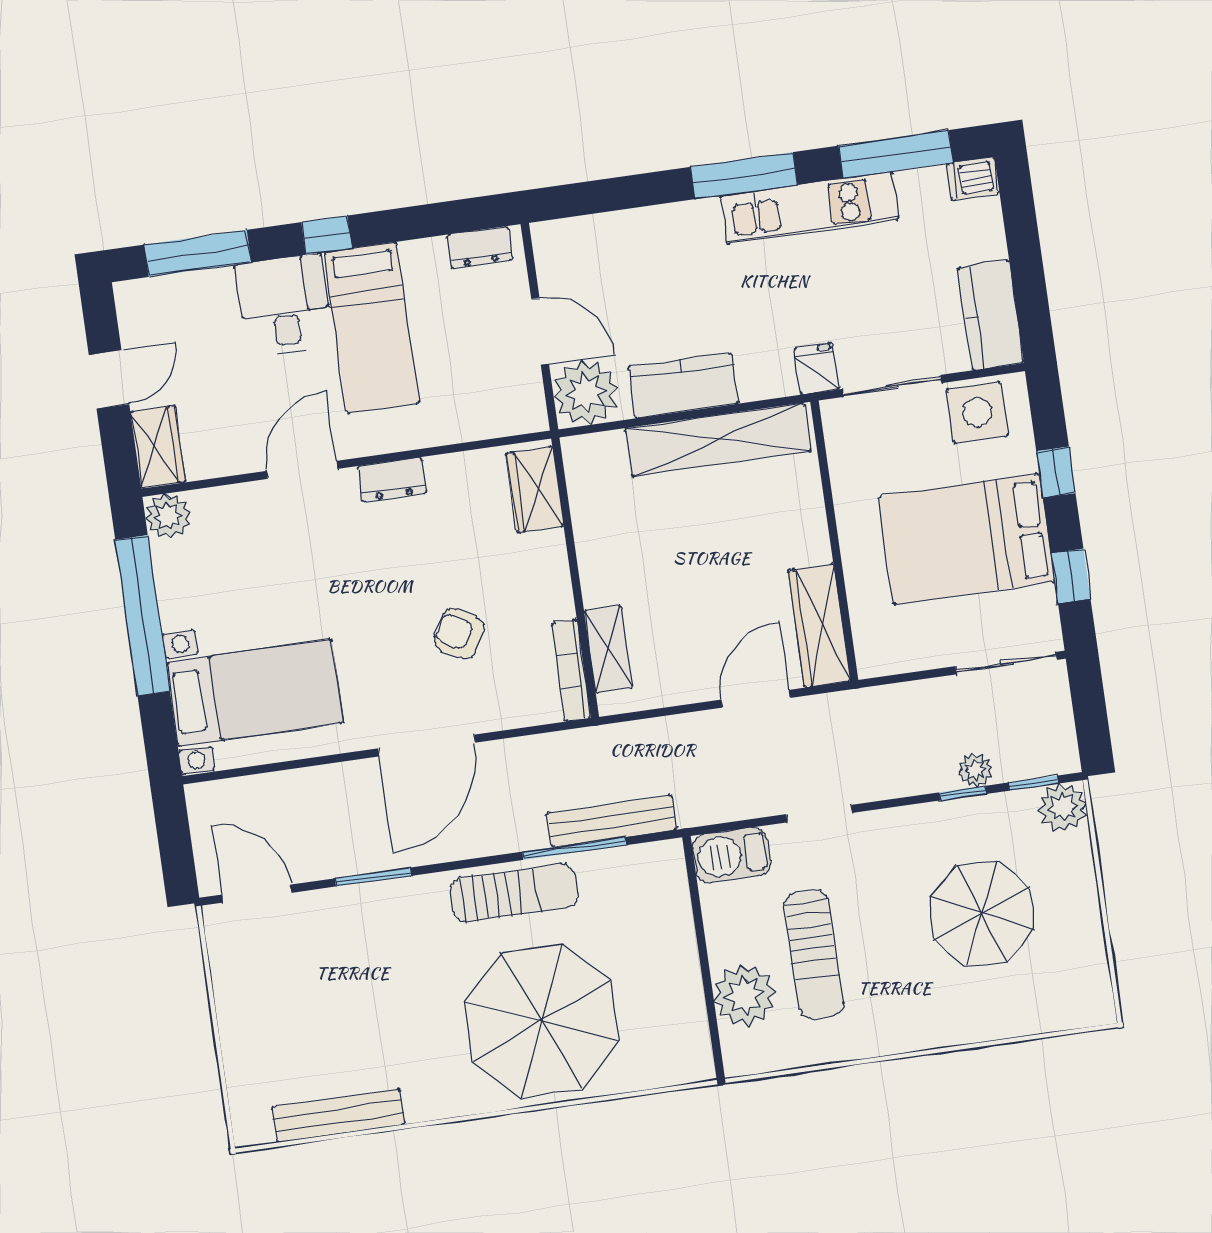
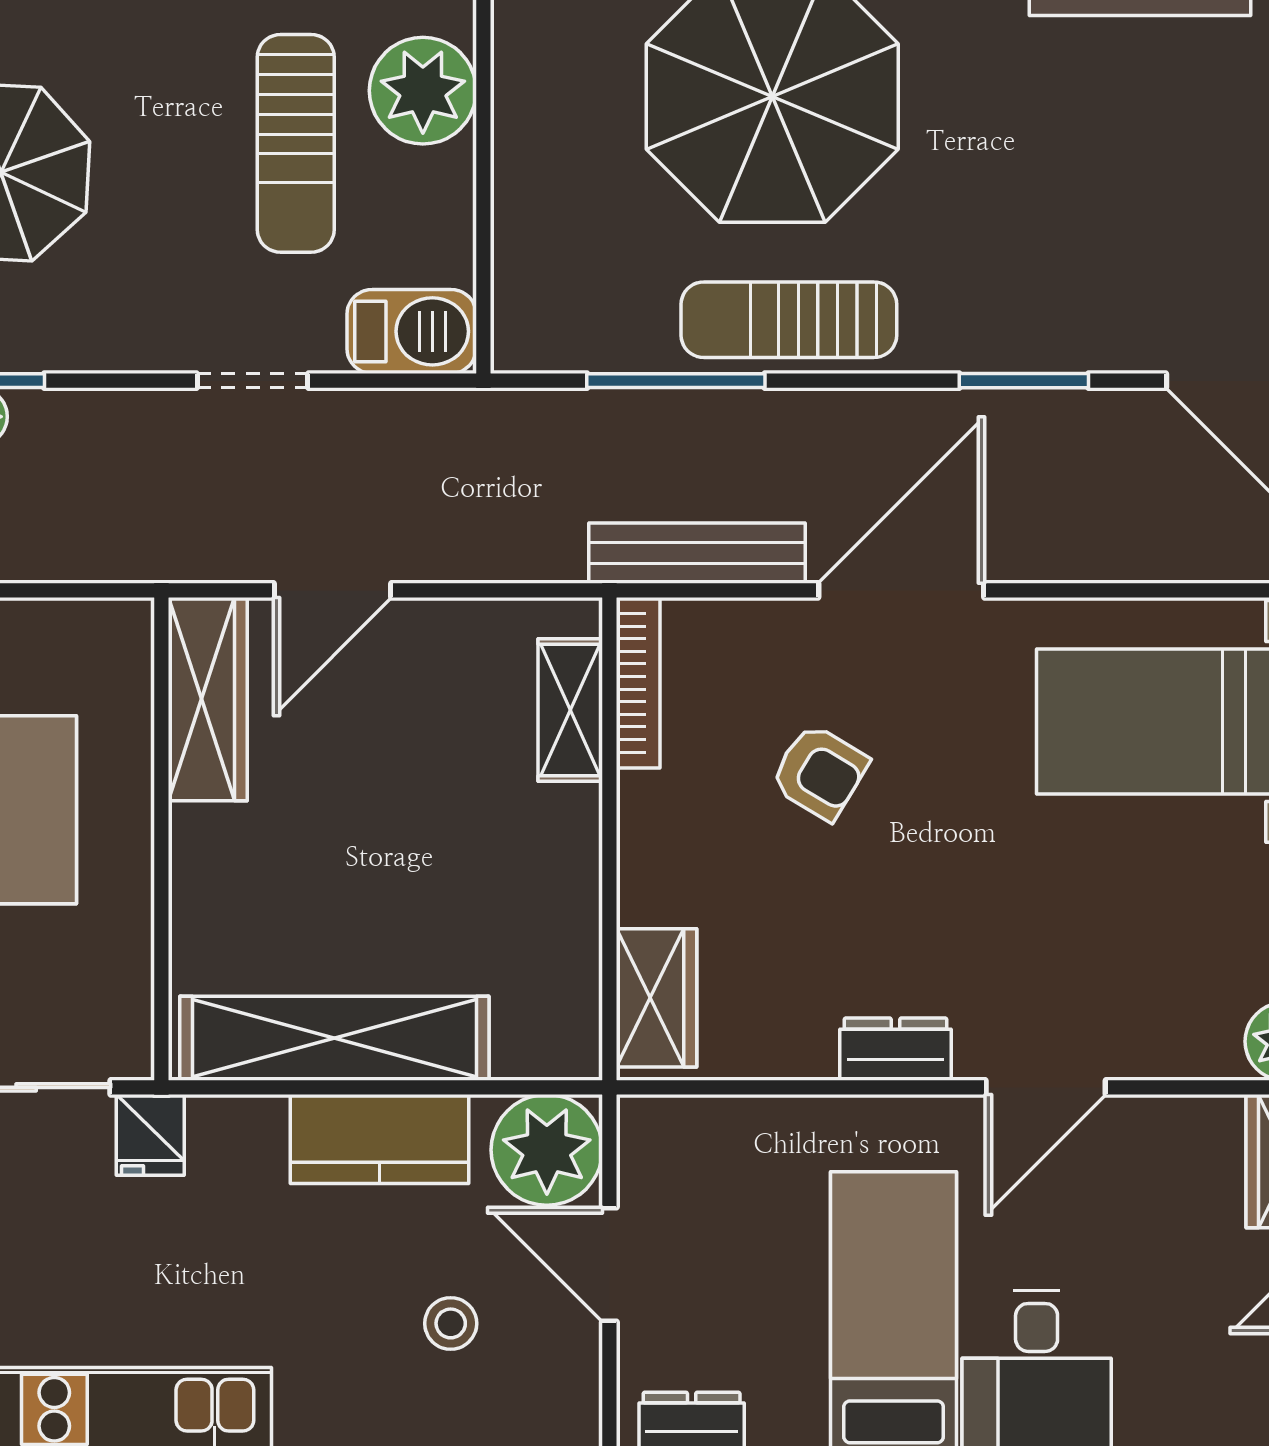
stool: (627, 284) -> (451, 1323), added
bench: (612, 821) -> (697, 553), moved
sun lounger: (814, 954) -> (296, 143), turned 180

